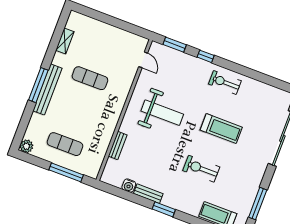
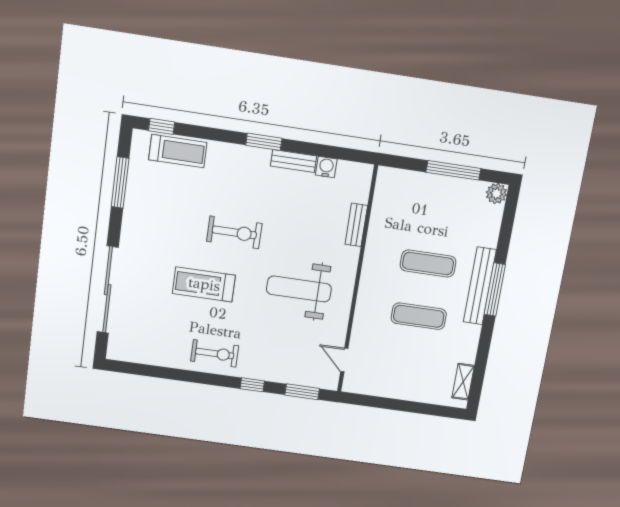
shelving: (65, 41) -> (463, 382), moved
exercise mat: (65, 144) -> (428, 263), moved
exercise bike: (201, 169) -> (234, 232), moved
window: (66, 172) -> (453, 170), moved

